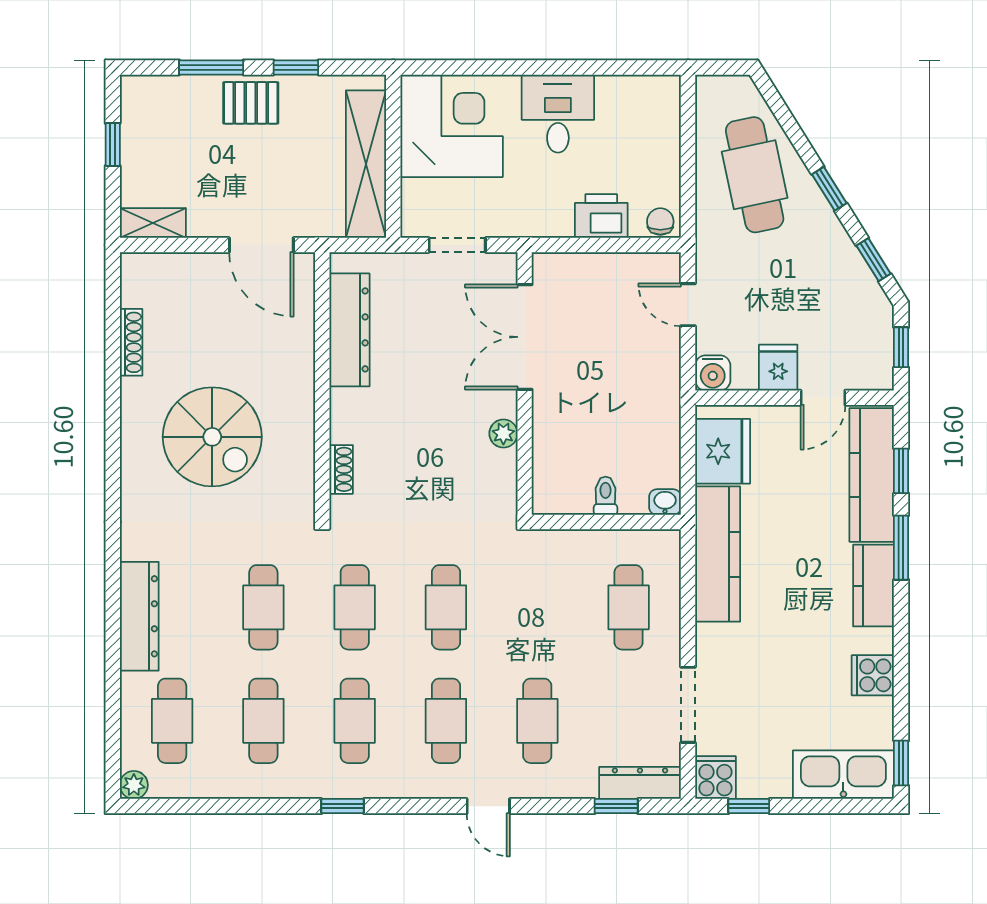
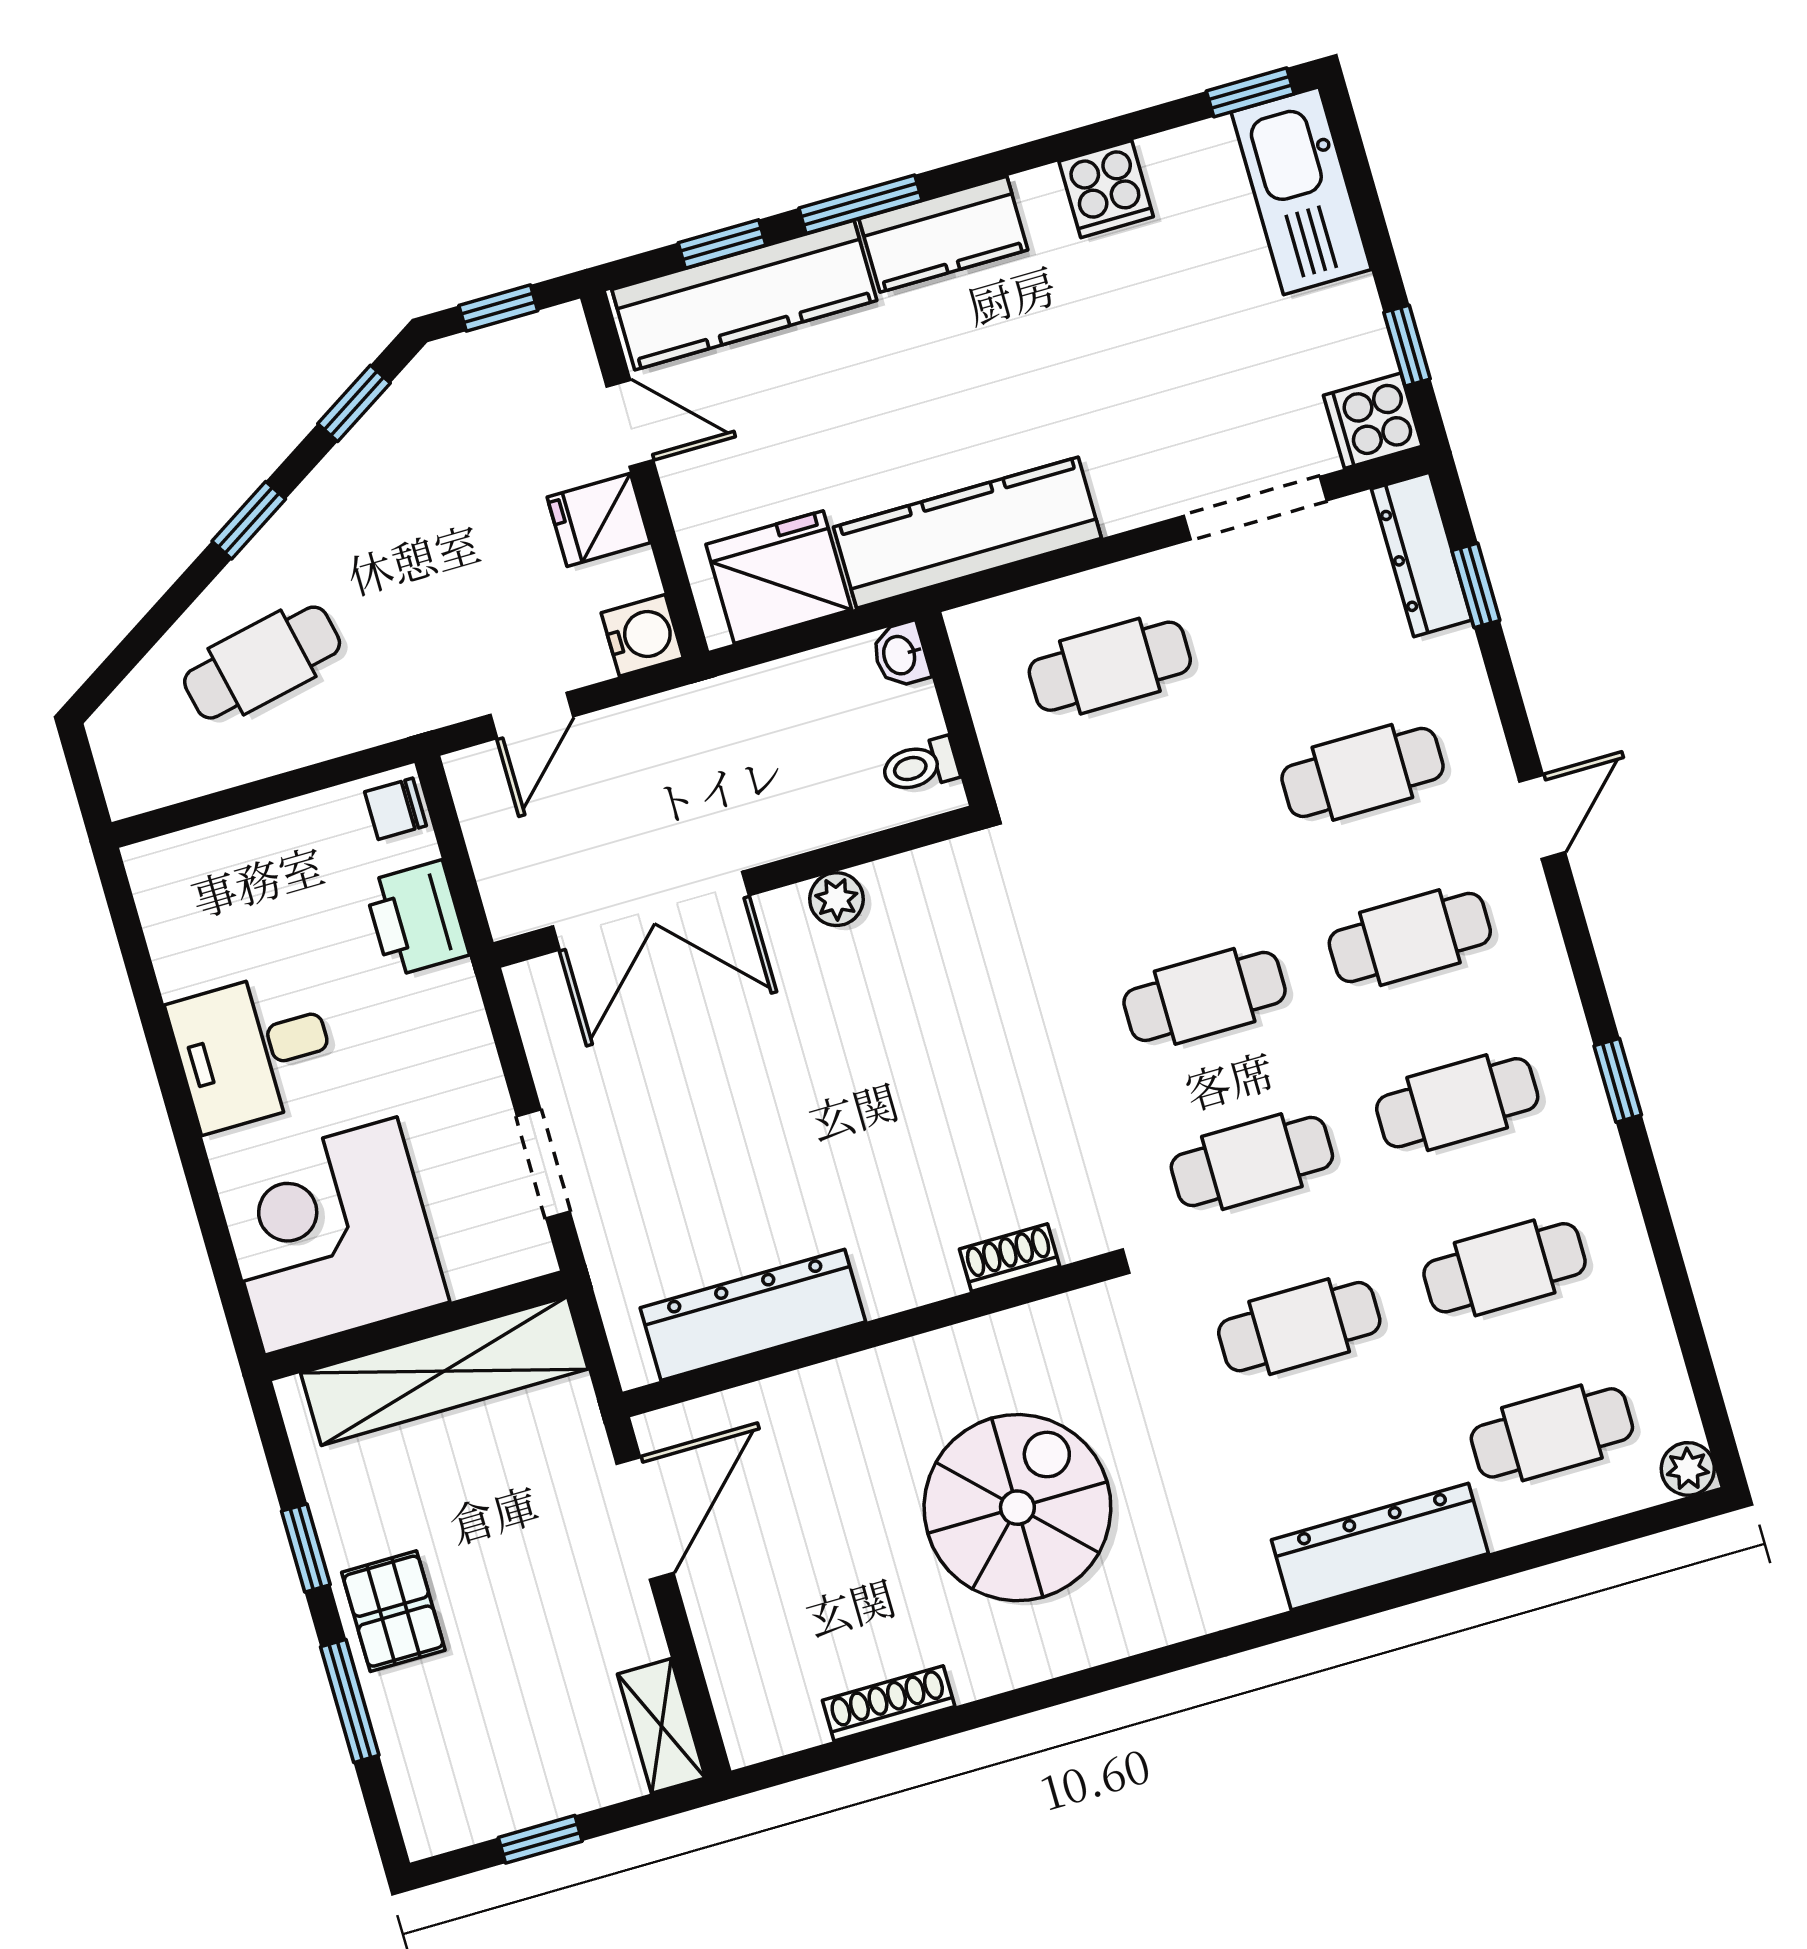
cafe table: (755, 175) -> (262, 663), width x0.73, depth x0.74
double door: (525, 337) -> (651, 911), moved
wall: (525, 383) -> (735, 887), moved
plant: (503, 434) -> (836, 899), moved

